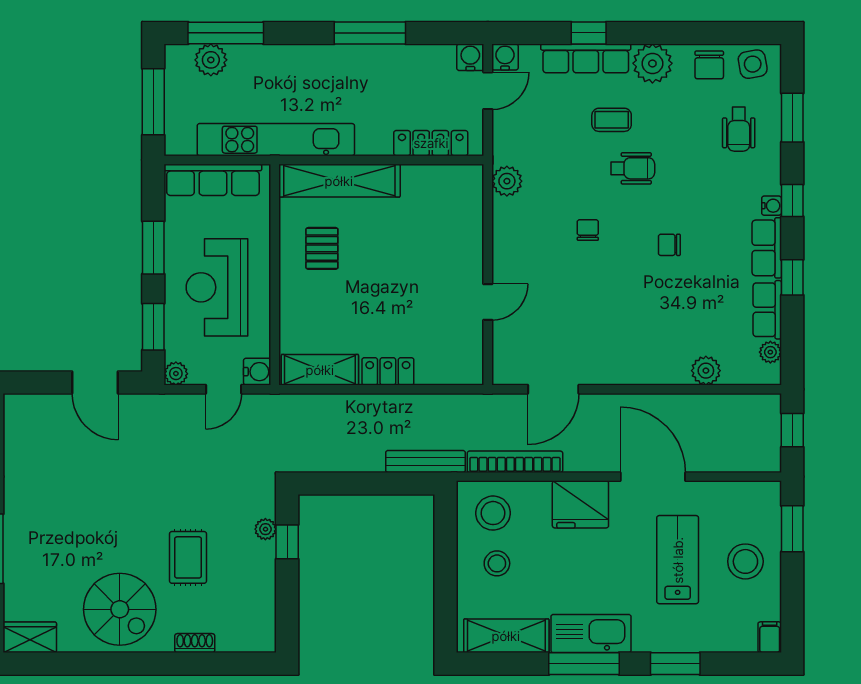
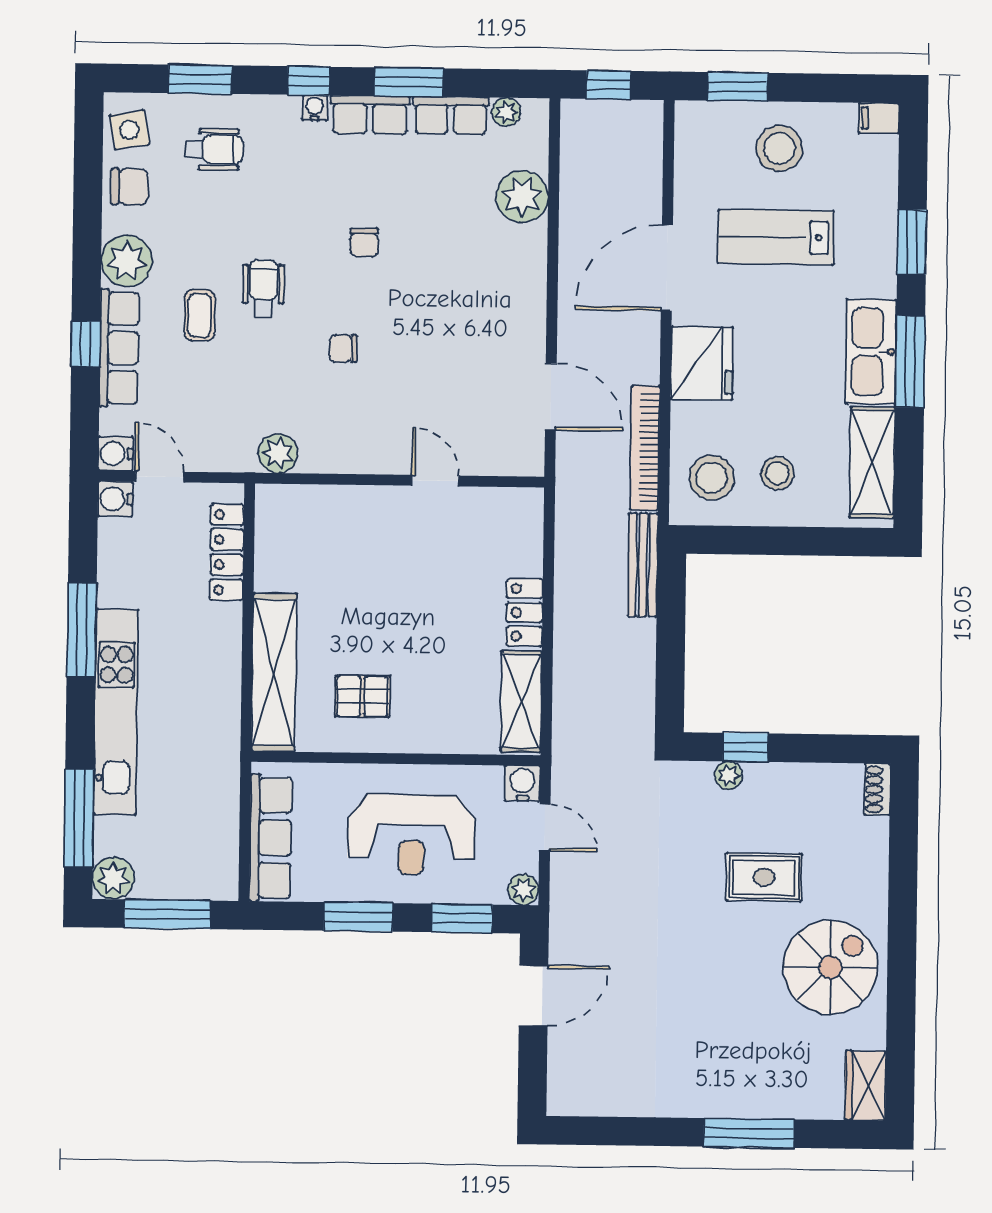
plant: (211, 60) -> (113, 878), moved
kitchen unit: (276, 140) -> (116, 712), moved, turned 180
window: (792, 277) -> (409, 82), width x1.50
plant: (706, 371) -> (522, 197), width x1.36, depth x1.36
shoe rack: (195, 643) -> (877, 789), moved

